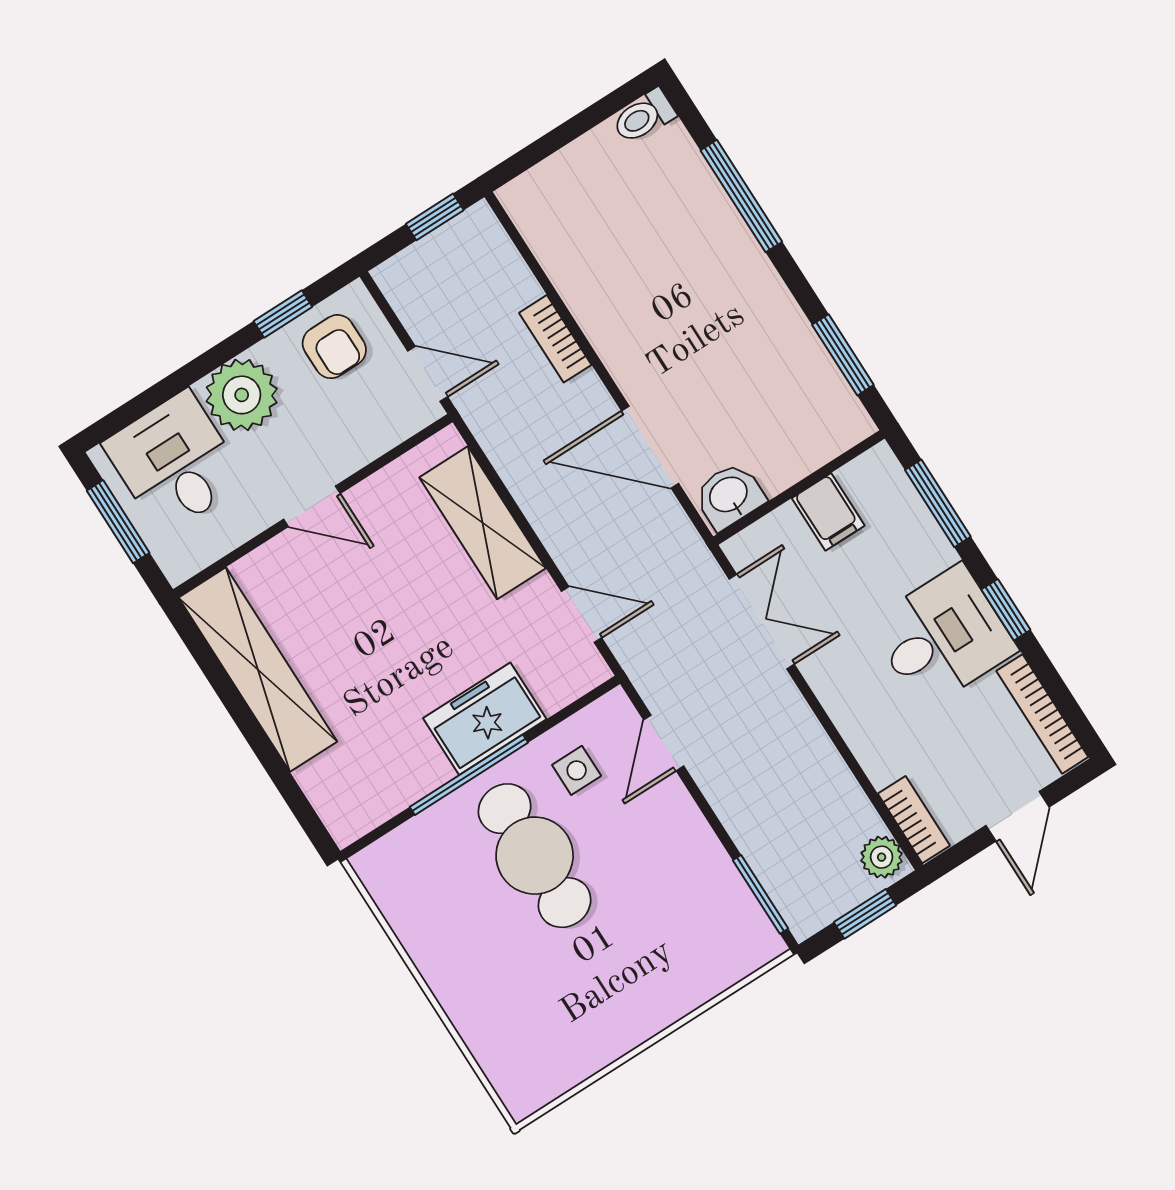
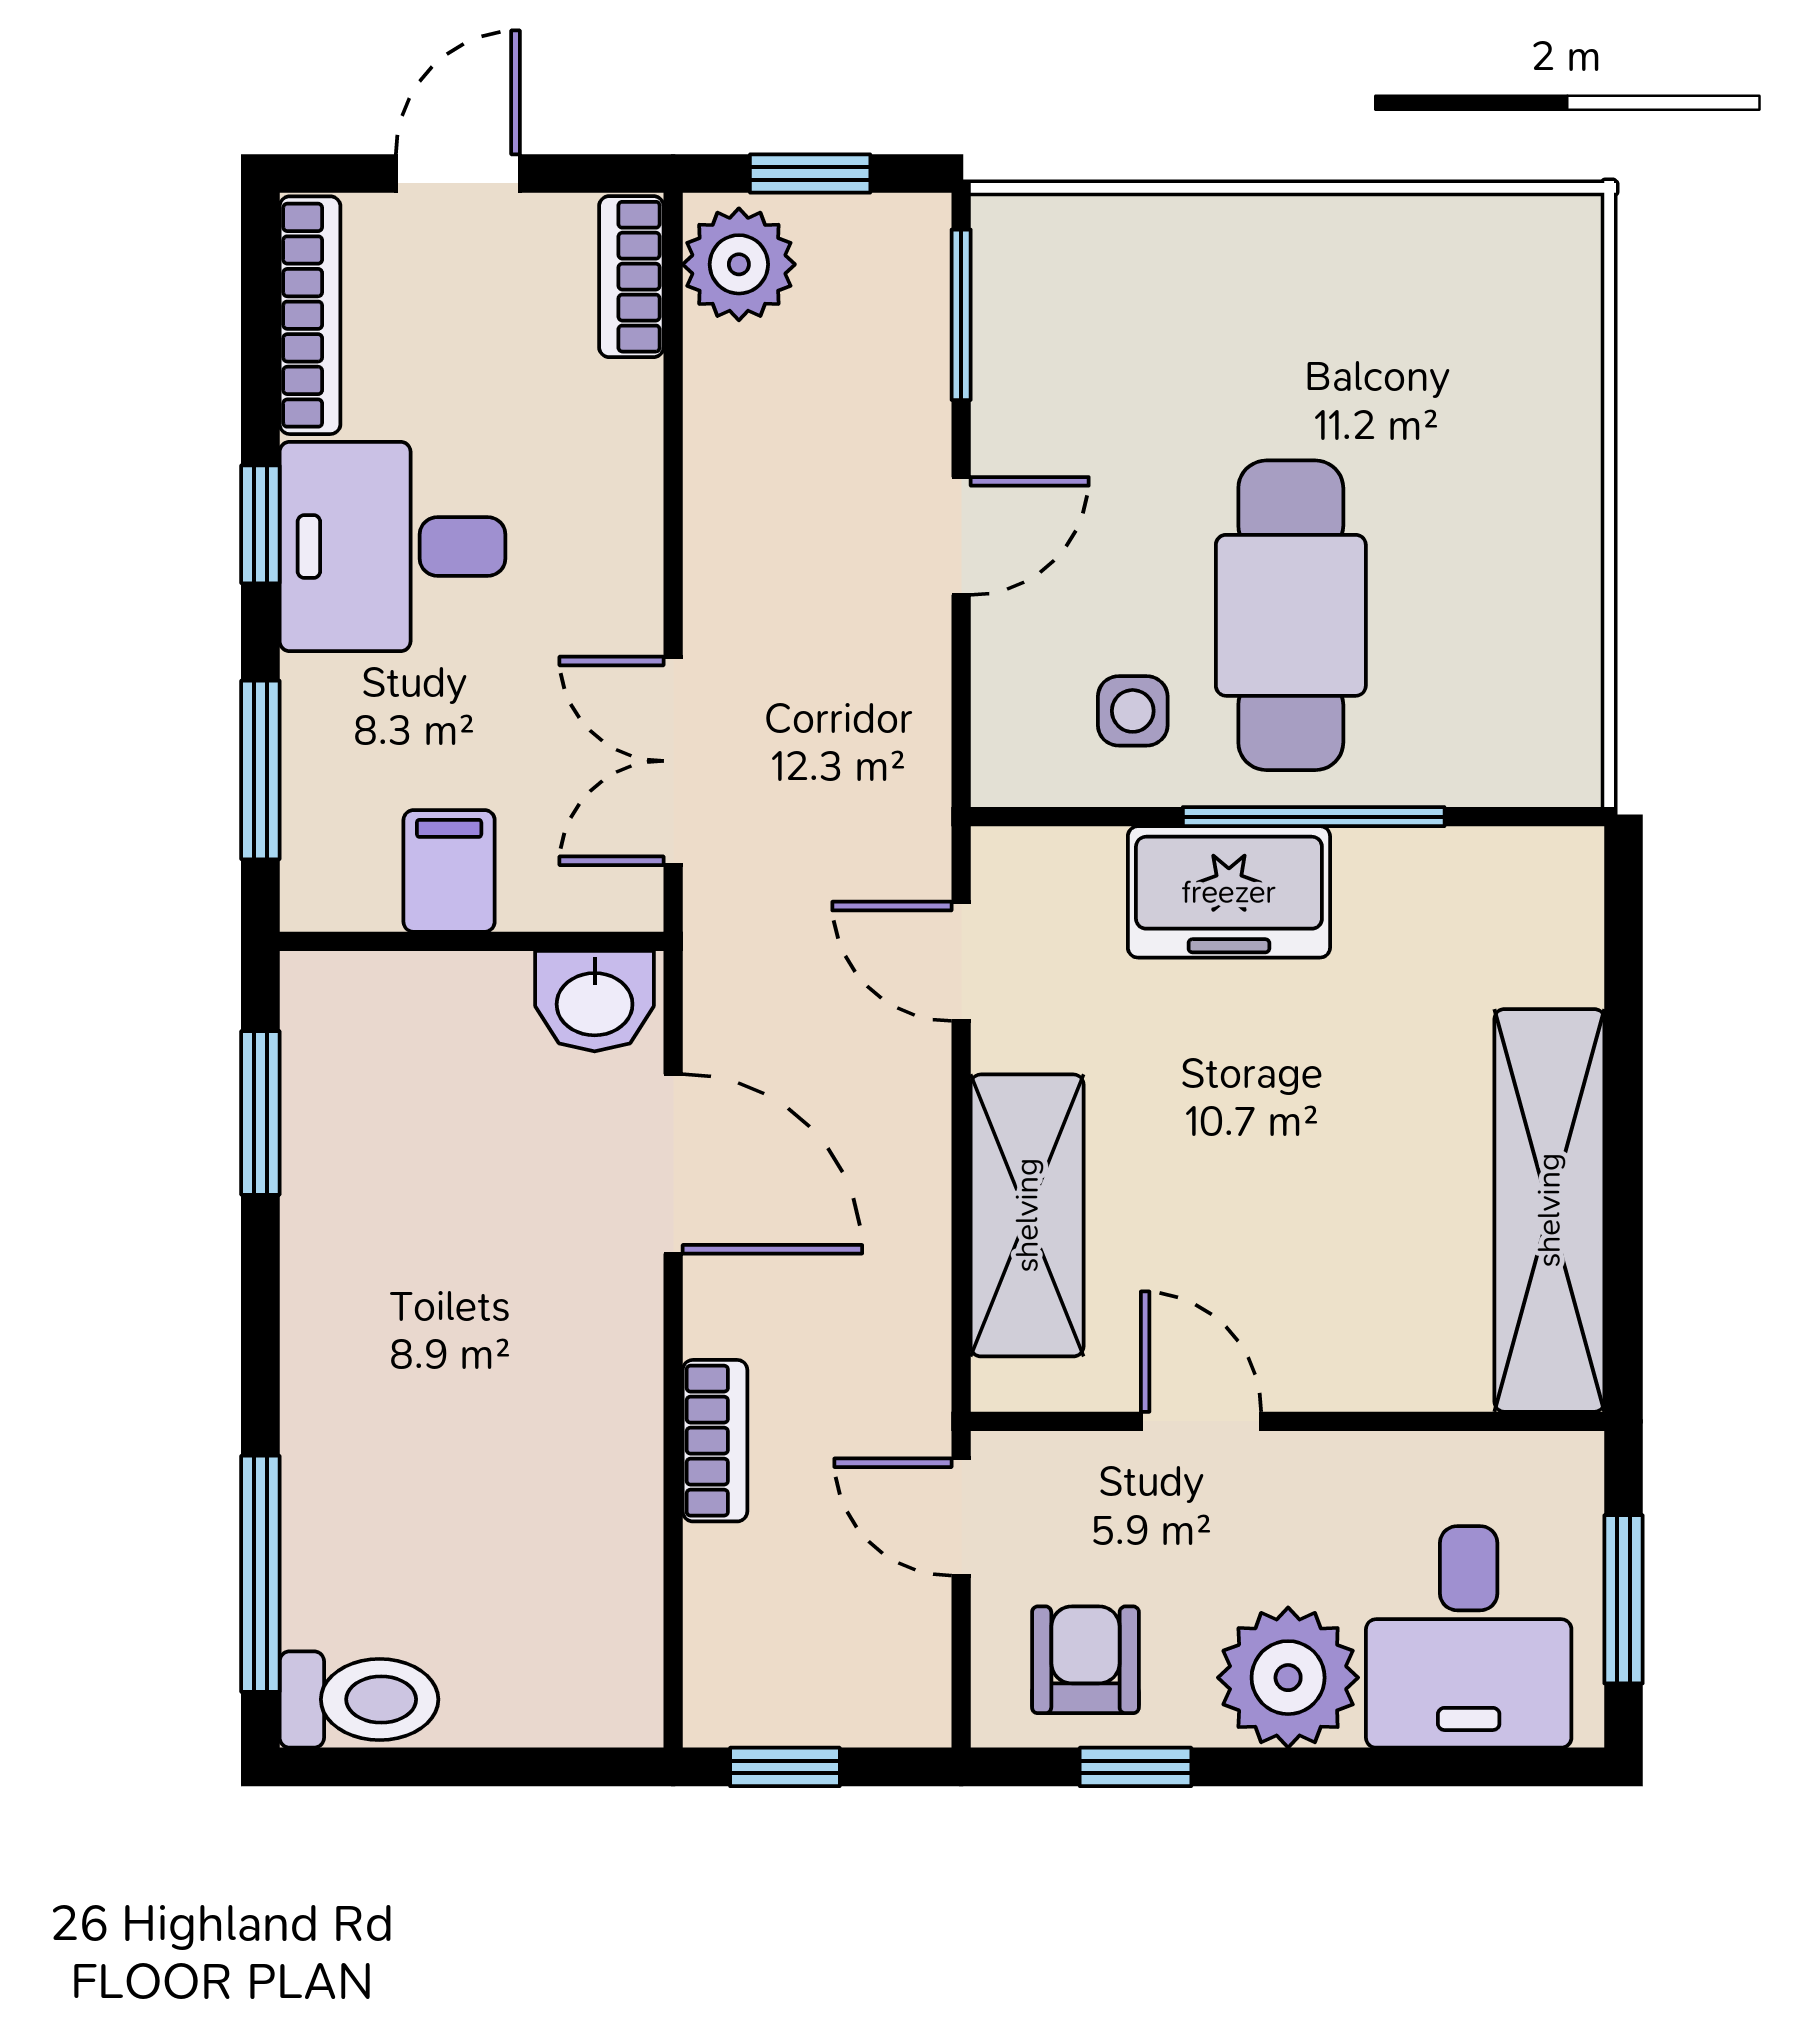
toilet: (644, 116) -> (359, 1699), width x1.37, depth x1.39
window: (741, 196) -> (260, 1574), moved
door: (312, 506) -> (1201, 1421), moved
door: (664, 743) -> (961, 536), moved
plant: (882, 857) -> (739, 264), width x1.38, depth x1.38

